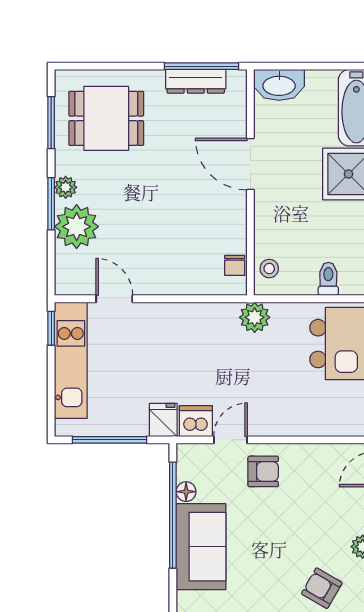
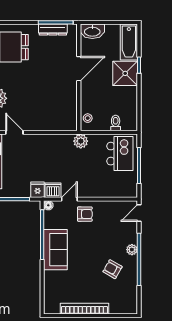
door: (250, 164) -> (79, 69), swing flipped
chair: (235, 265) -> (71, 117), removed
floor lamp: (186, 492) -> (48, 205), moved

